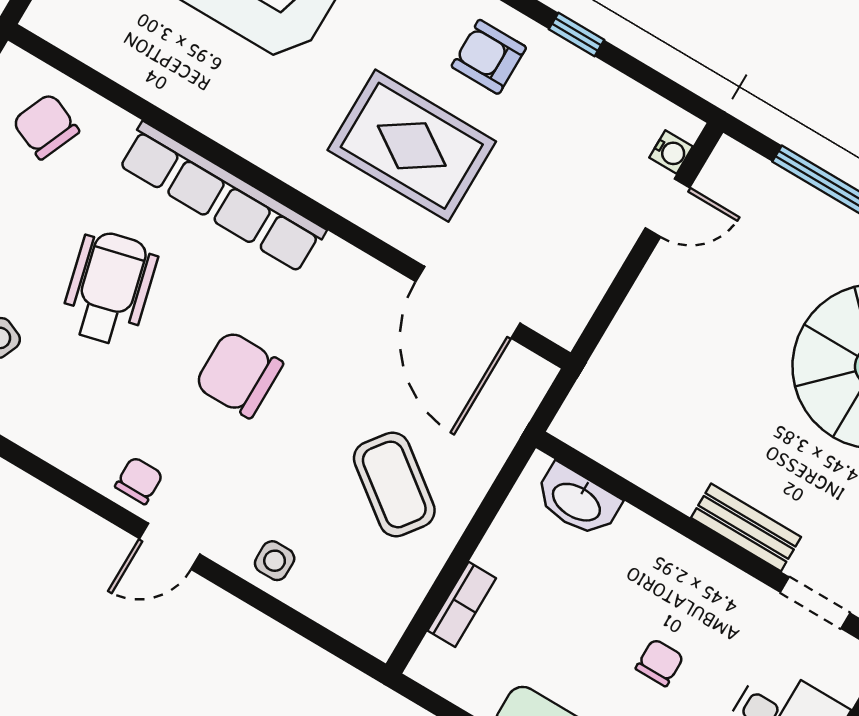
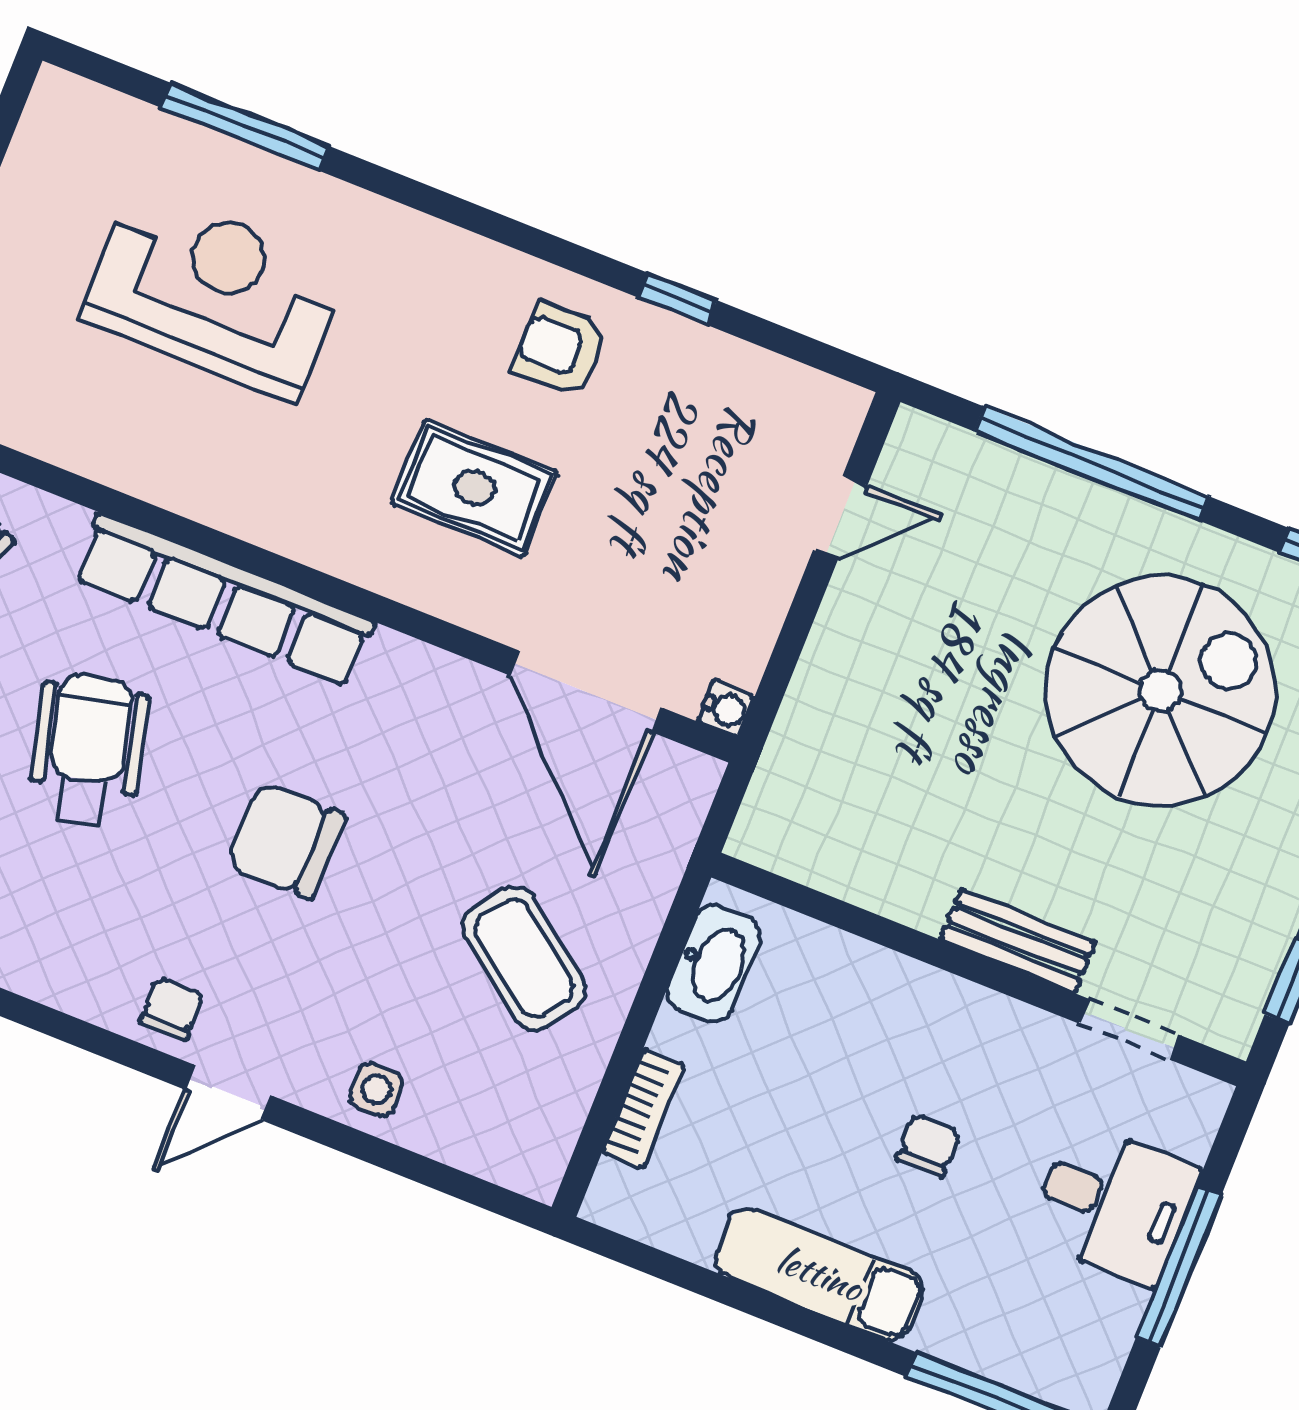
rug: (412, 146) -> (474, 488), width x0.73, depth x0.70
water cooler: (671, 152) -> (726, 709), moved
washbasin: (577, 501) -> (714, 963), moved, turned -90

